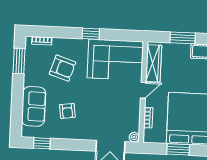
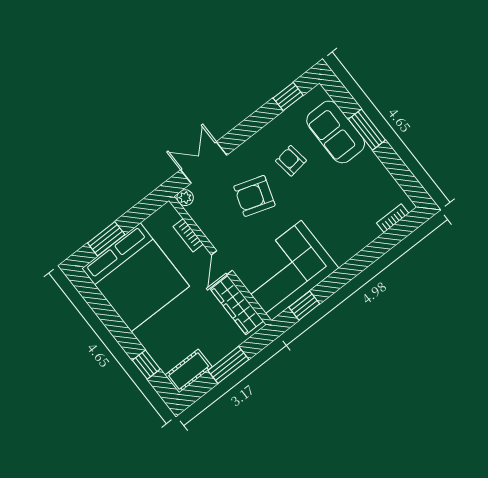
window: (91, 34) -> (304, 306), moved
window: (19, 61) -> (367, 130), moved
armchair: (63, 68) -> (254, 196), moved
window: (178, 149) -> (106, 239), moved

